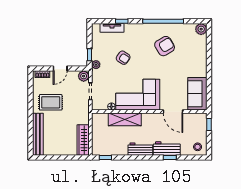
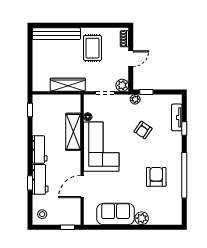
plant: (201, 29) -> (142, 218), moved
armchair: (165, 46) -> (156, 177), turned -149
door: (60, 69) -> (131, 59), swing flipped
sofa: (197, 94) -> (116, 214), moved
wardrobe: (83, 140) -> (68, 85), moved

